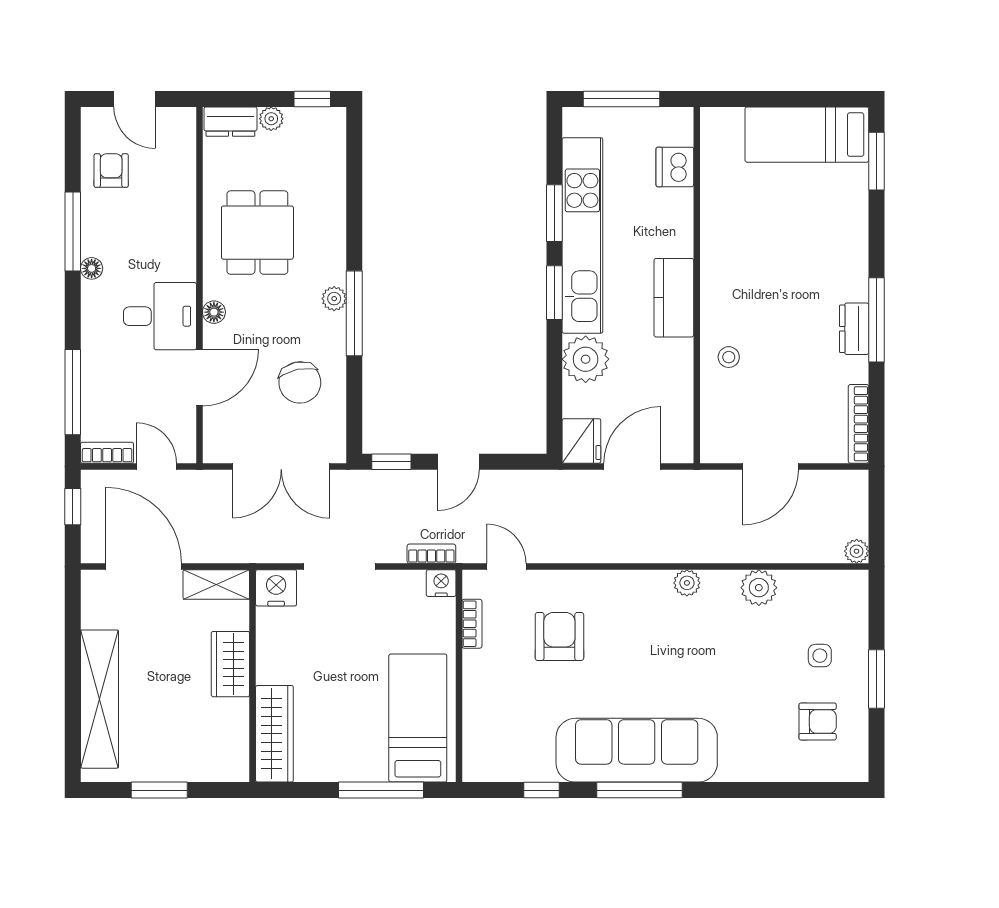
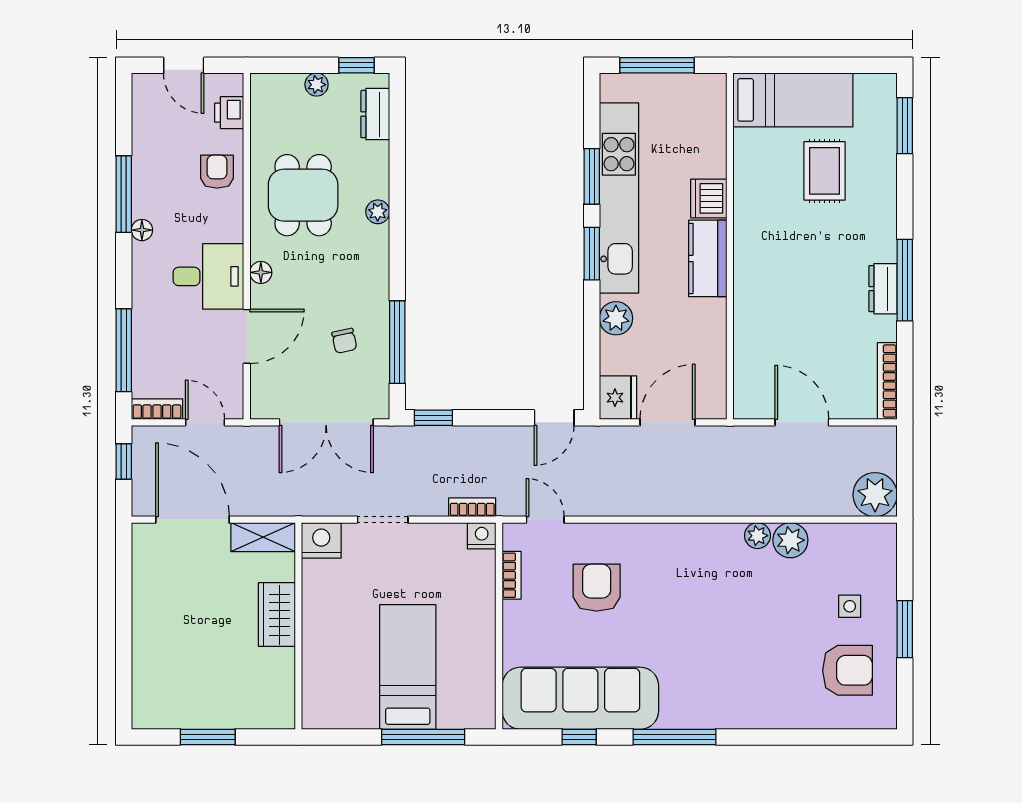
dresser: (230, 122) -> (375, 114), moved, turned 90
bed: (807, 135) -> (793, 100), moved, turned 180
printer: (181, 148) -> (229, 113), added
dishwasher: (675, 167) -> (709, 198), moved
armchair: (111, 171) -> (217, 172), moved
rug: (794, 208) -> (825, 171), added
plant: (334, 299) -> (378, 212), moved
window: (354, 313) -> (397, 342), moved
stool: (729, 357) -> (761, 316), removed
plant: (586, 359) -> (616, 318), width x0.73, depth x0.73
chair: (300, 382) -> (344, 341), width x0.54, depth x0.54
door: (458, 462) -> (554, 418), moved
door: (771, 466) -> (802, 422), swing flipped
plant: (857, 551) -> (875, 495), width x1.88, depth x1.88
doorway: (339, 566) -> (383, 520), width x0.73
plant: (687, 583) -> (757, 536), moved
shelving: (100, 699) -> (150, 648), removed
bed: (418, 718) -> (408, 667), moved
armchair: (818, 721) -> (848, 670), width x1.38, depth x1.38
wardrobe: (274, 734) -> (320, 682), removed
sofa: (637, 750) -> (580, 698), moved

